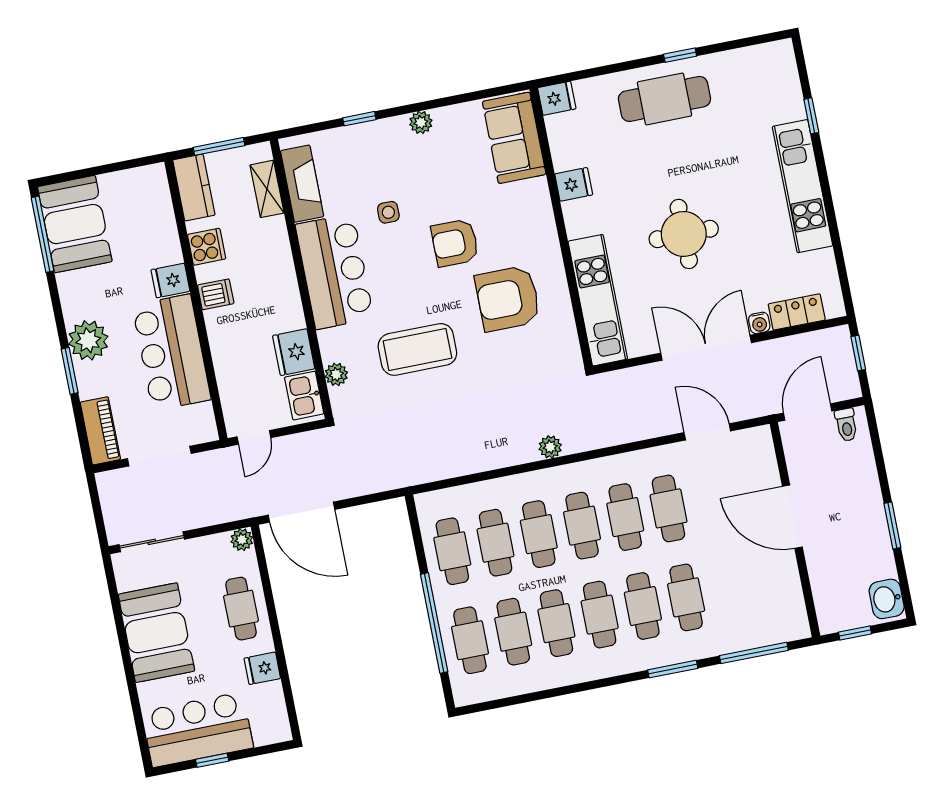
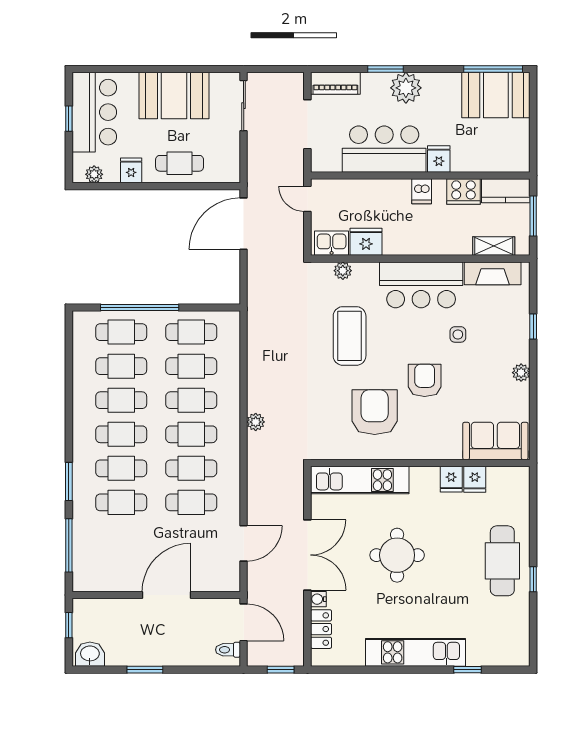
fridge: (557, 98) -> (475, 479), moved
cooker: (207, 247) -> (463, 191), width x1.36
plant: (242, 540) -> (94, 174), moved

